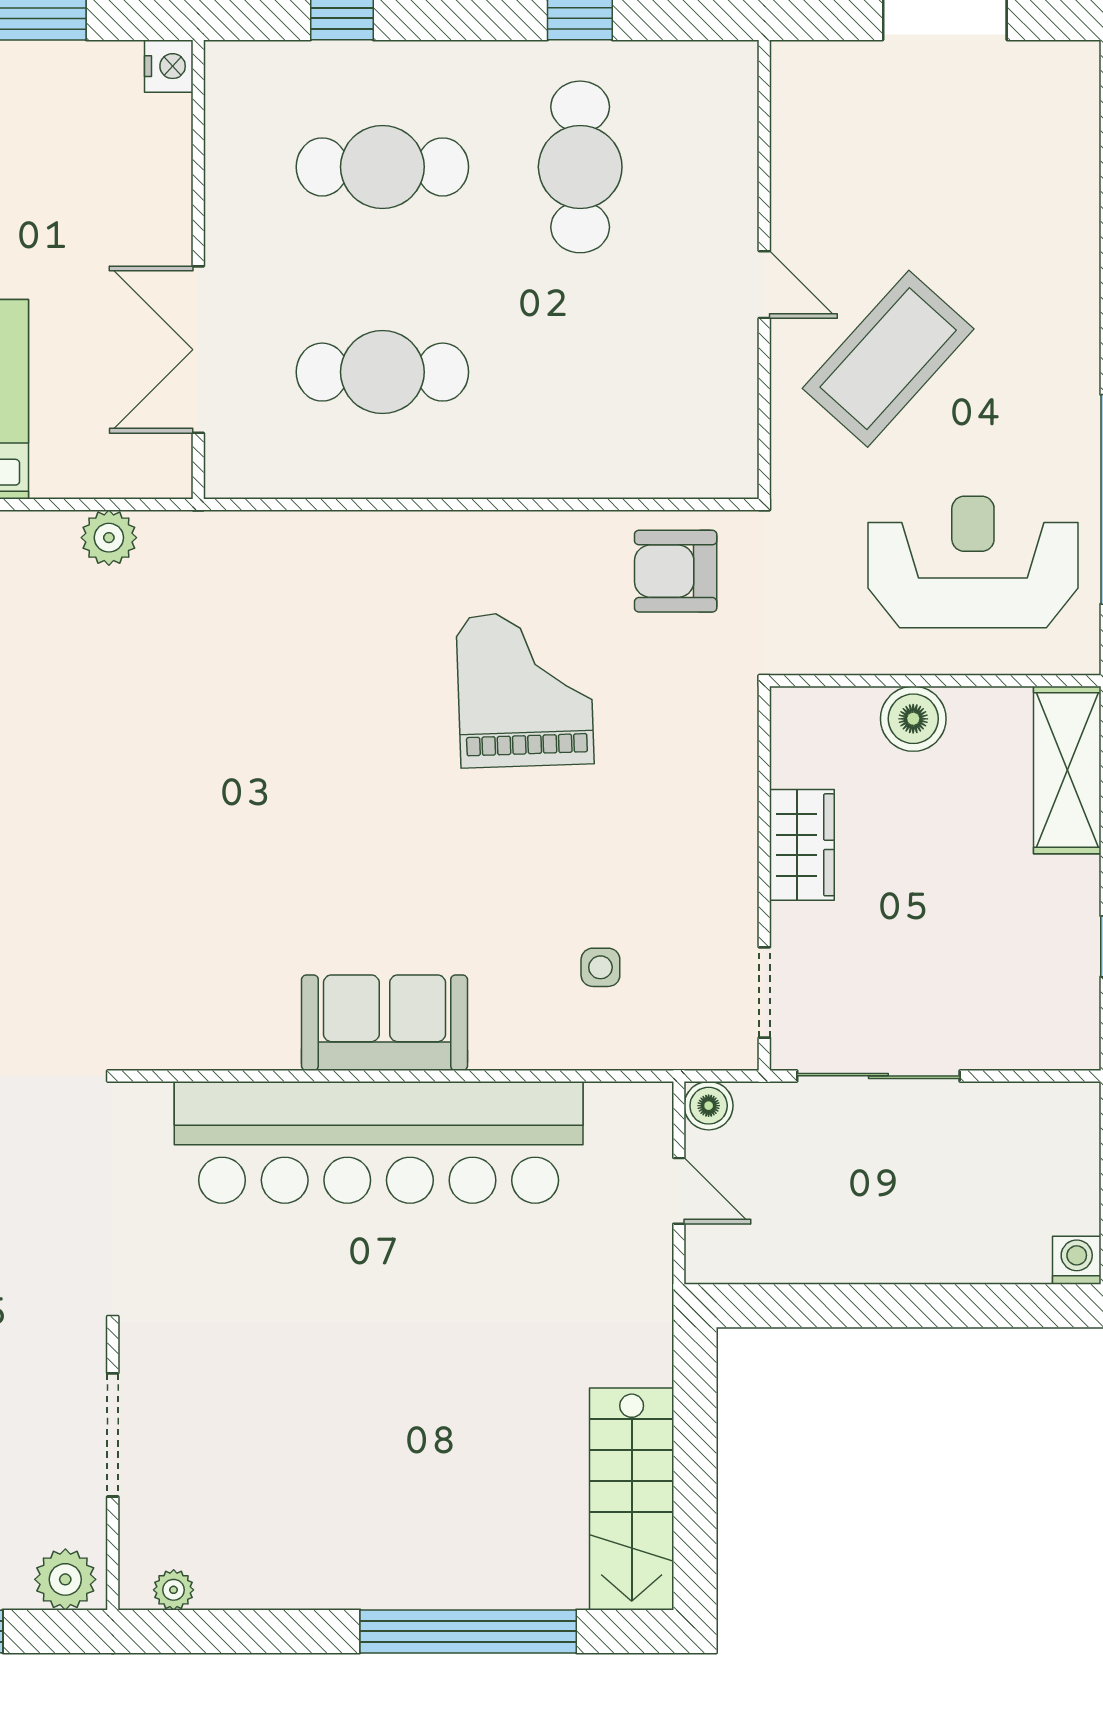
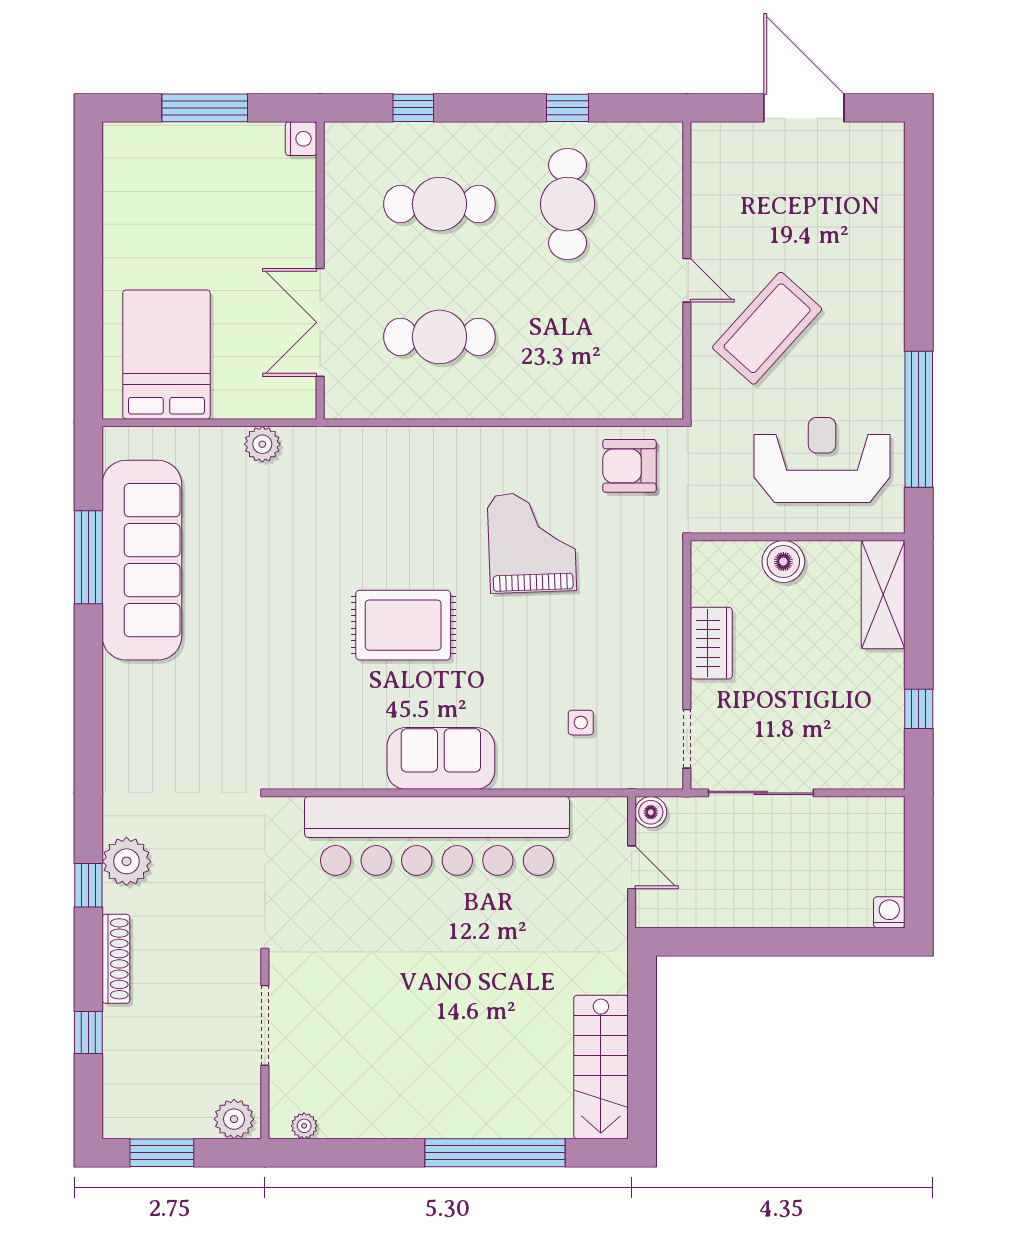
rug: (326, 817) -> (403, 625), added

